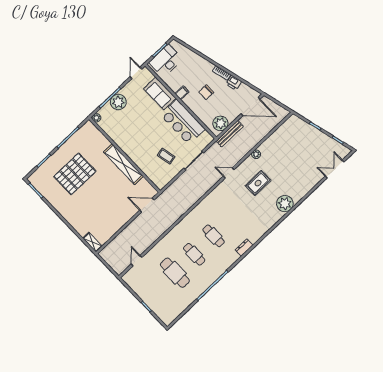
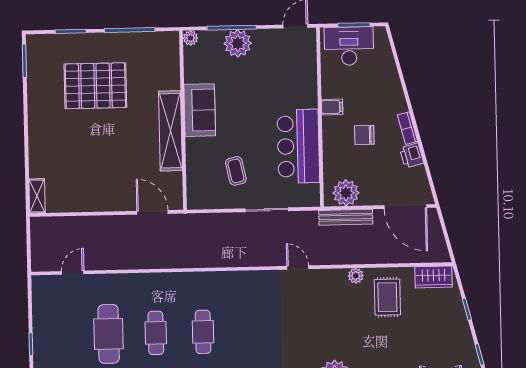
sofa: (160, 93) -> (200, 110), moved, turned 180
wardrobe: (289, 125) -> (433, 277), added
rug: (258, 183) -> (387, 297), moved, turned 90

